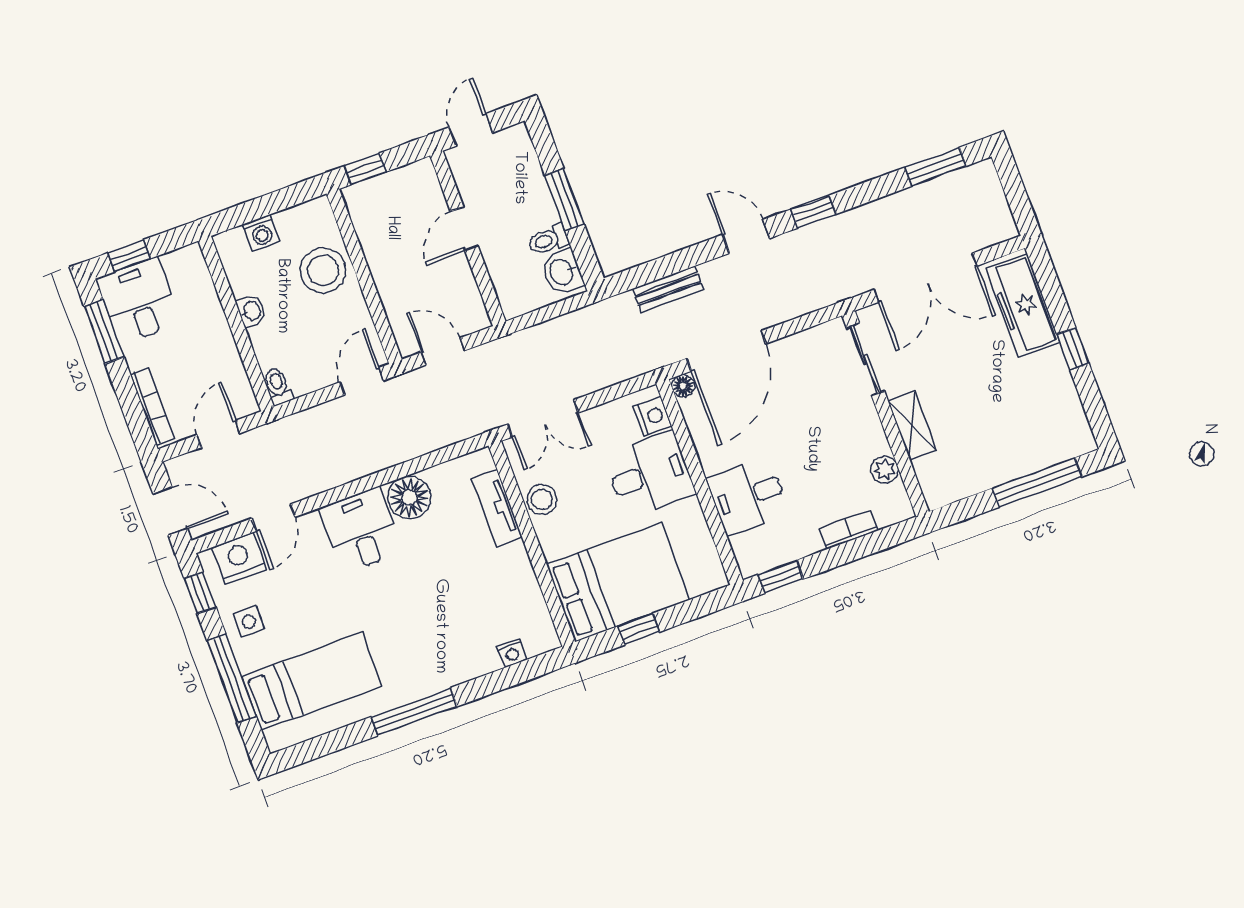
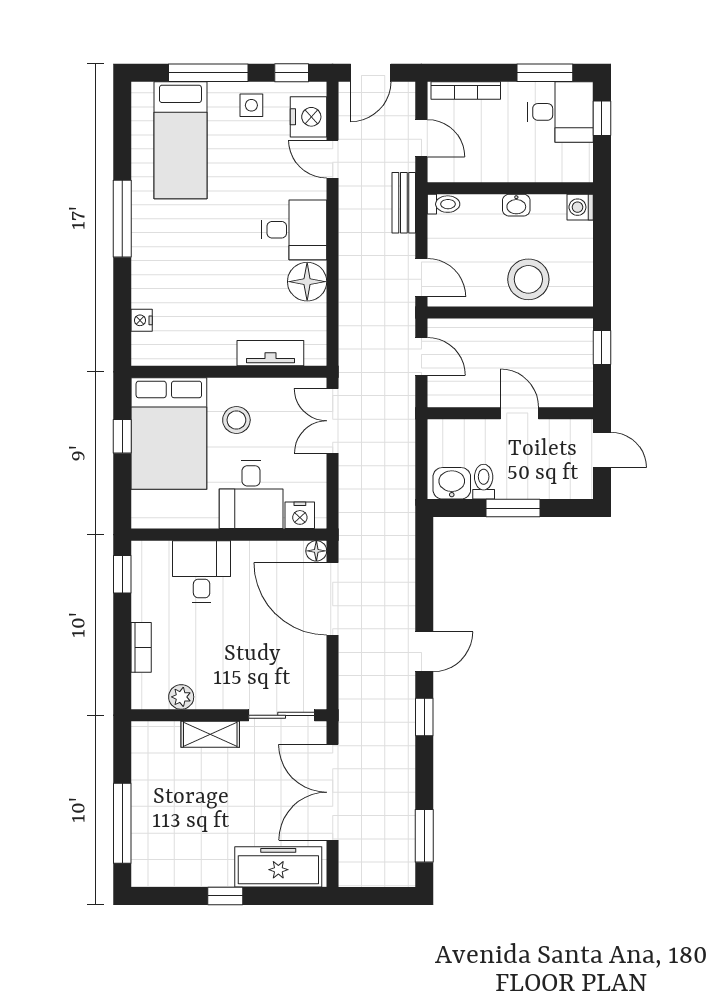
washing machine: (261, 233) -> (580, 207), moved
bench: (668, 289) -> (404, 203), moved
door: (443, 351) -> (421, 356), hinge flipped
stool: (542, 499) -> (236, 420), moved

